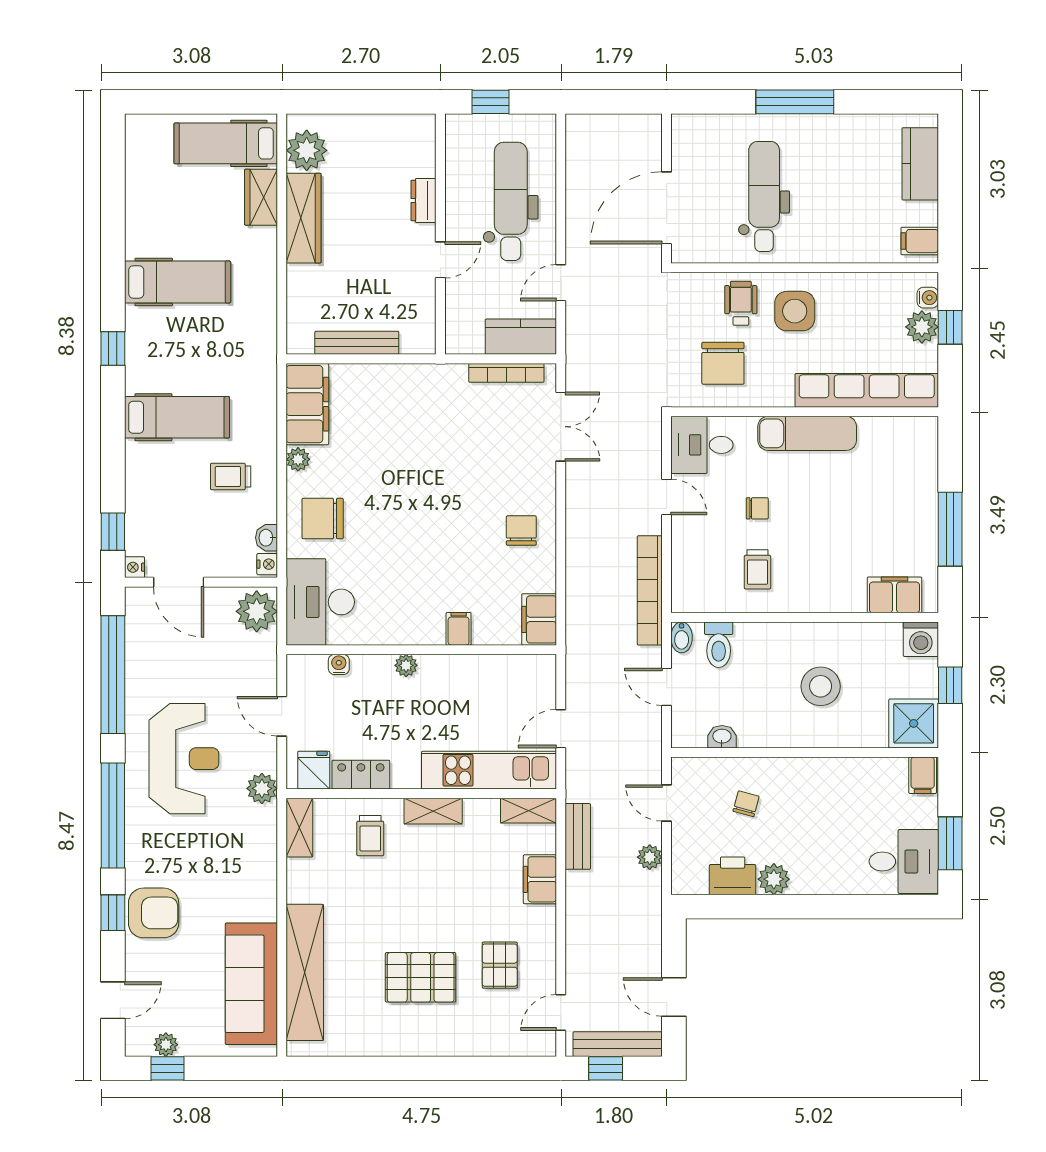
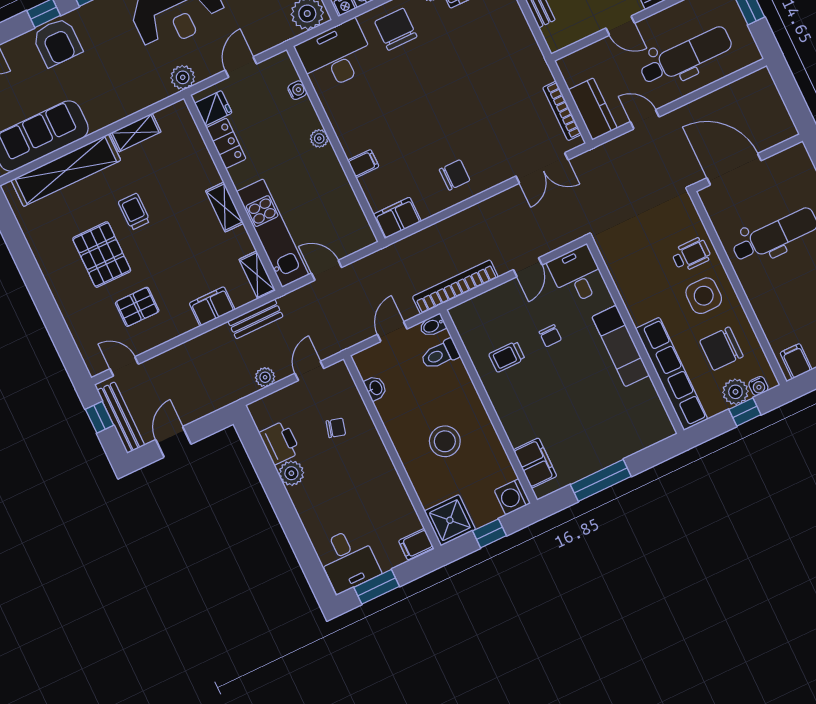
chair: (723, 363) -> (721, 349), moved
shelving: (299, 828) -> (136, 133), moved
trolley: (370, 836) -> (134, 212), moved, turned 90

